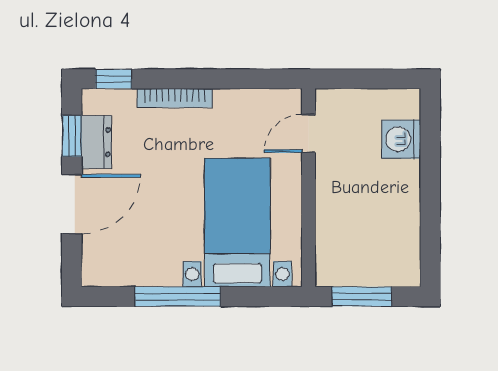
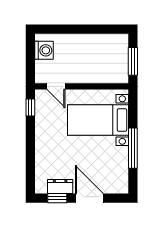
window: (114, 79) -> (30, 107), moved
bookcase: (175, 98) -> (39, 150), removed
washing machine: (401, 139) -> (44, 50), moved, turned -90

